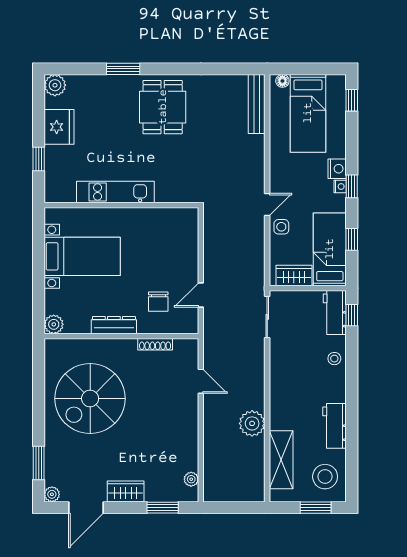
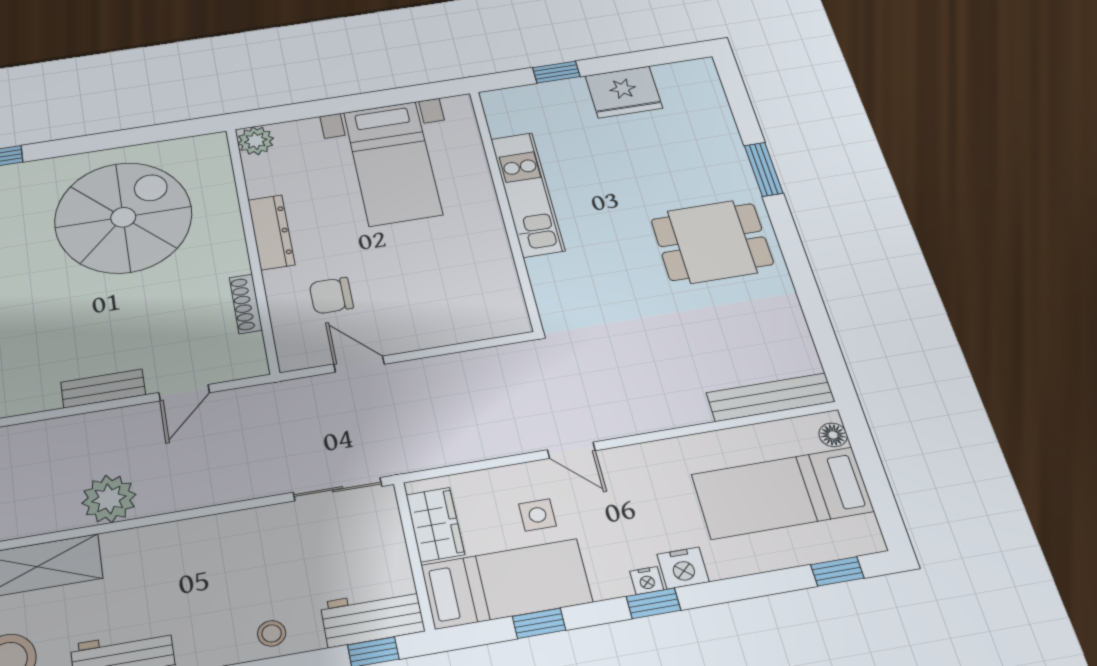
plant: (55, 85) -> (698, 75), removed
side table: (281, 227) -> (537, 515), moved
spiral stairs: (90, 399) -> (123, 217), turned 90
bench: (191, 420) -> (103, 388), added

